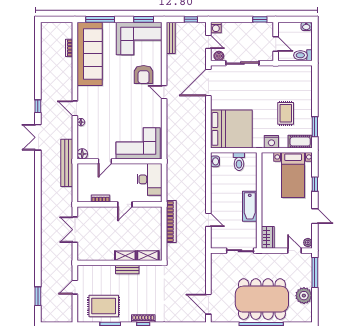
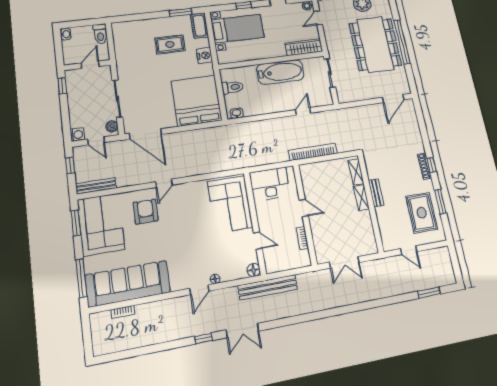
door: (208, 42) -> (96, 141), swing flipped
armchair: (144, 75) -> (146, 212), turned -90
bathtub: (250, 206) -> (280, 72), width x1.36, depth x1.36
wardrobe: (268, 237) -> (304, 47), width x1.50

